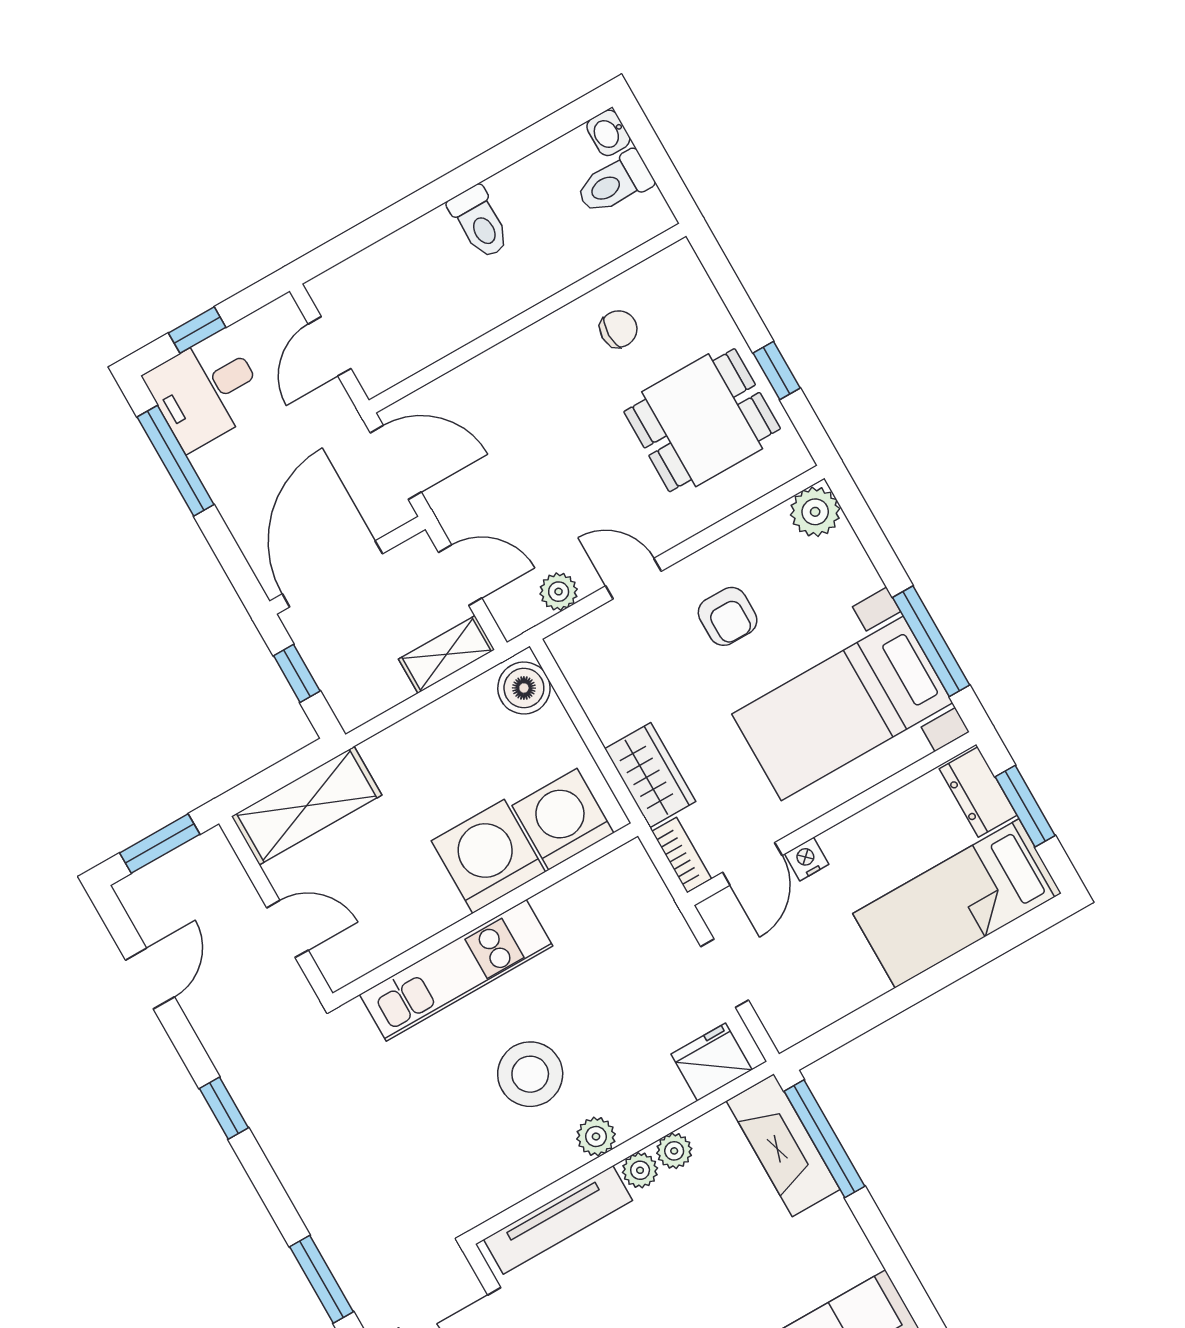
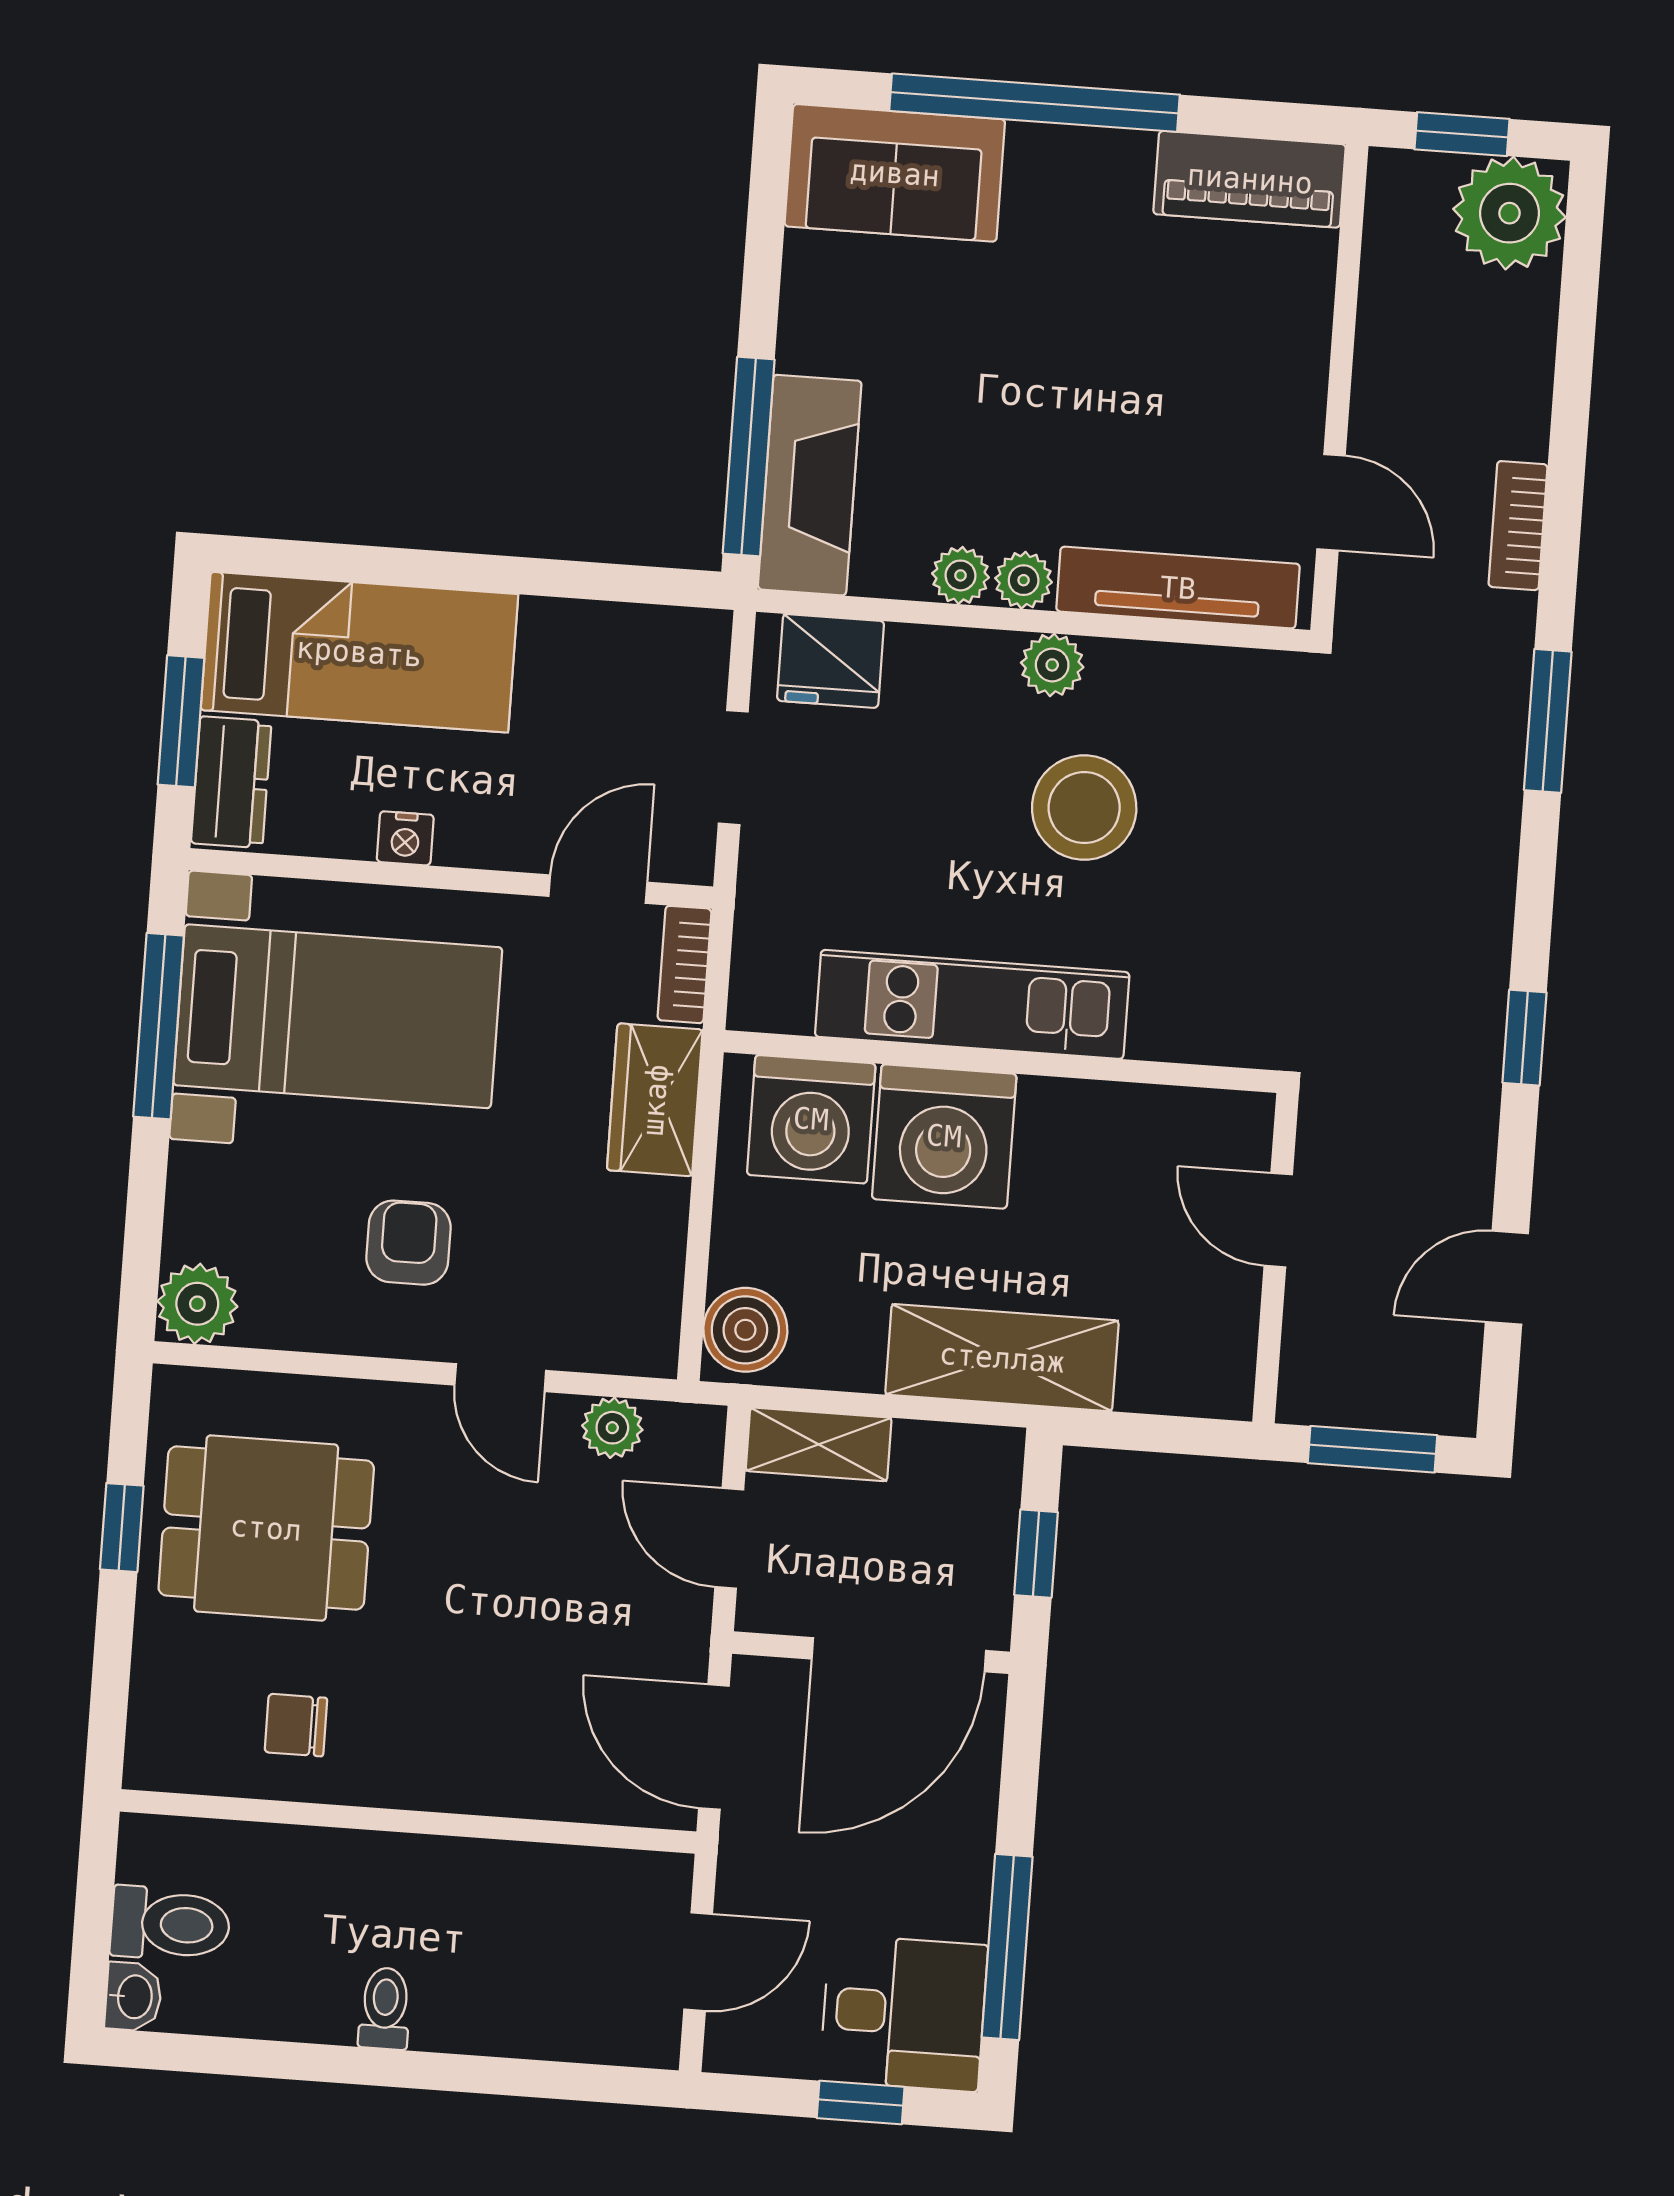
toilet: (480, 222) -> (385, 2008), width x0.73, depth x0.72
shelving: (307, 806) -> (1002, 1358), moved
nightstand: (807, 859) -> (405, 838), moved
kitchen unit: (456, 970) -> (972, 1004), moved

